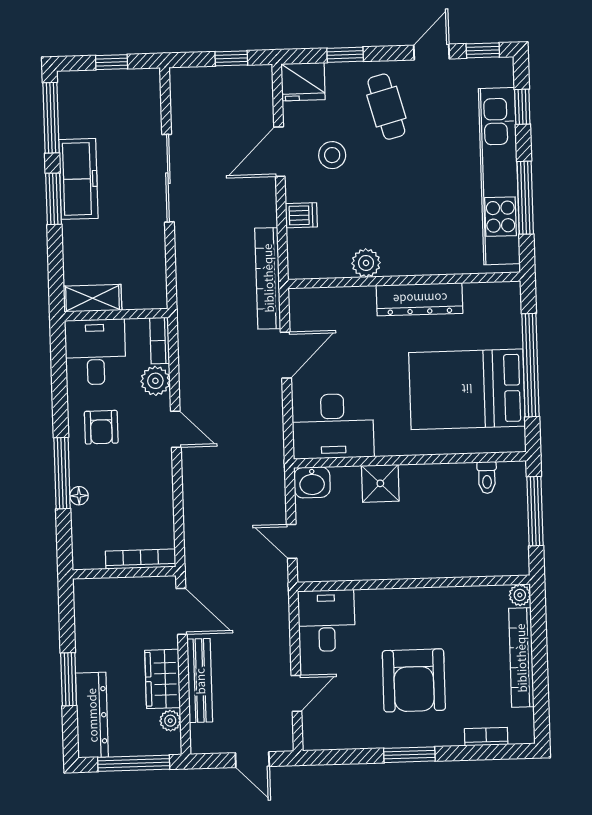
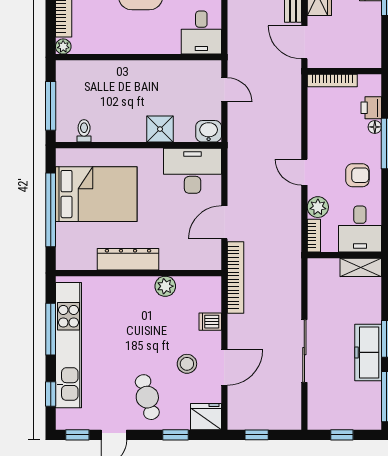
armchair: (101, 427) -> (357, 175), turned 90
printer: (85, 523) -> (371, 108), added

